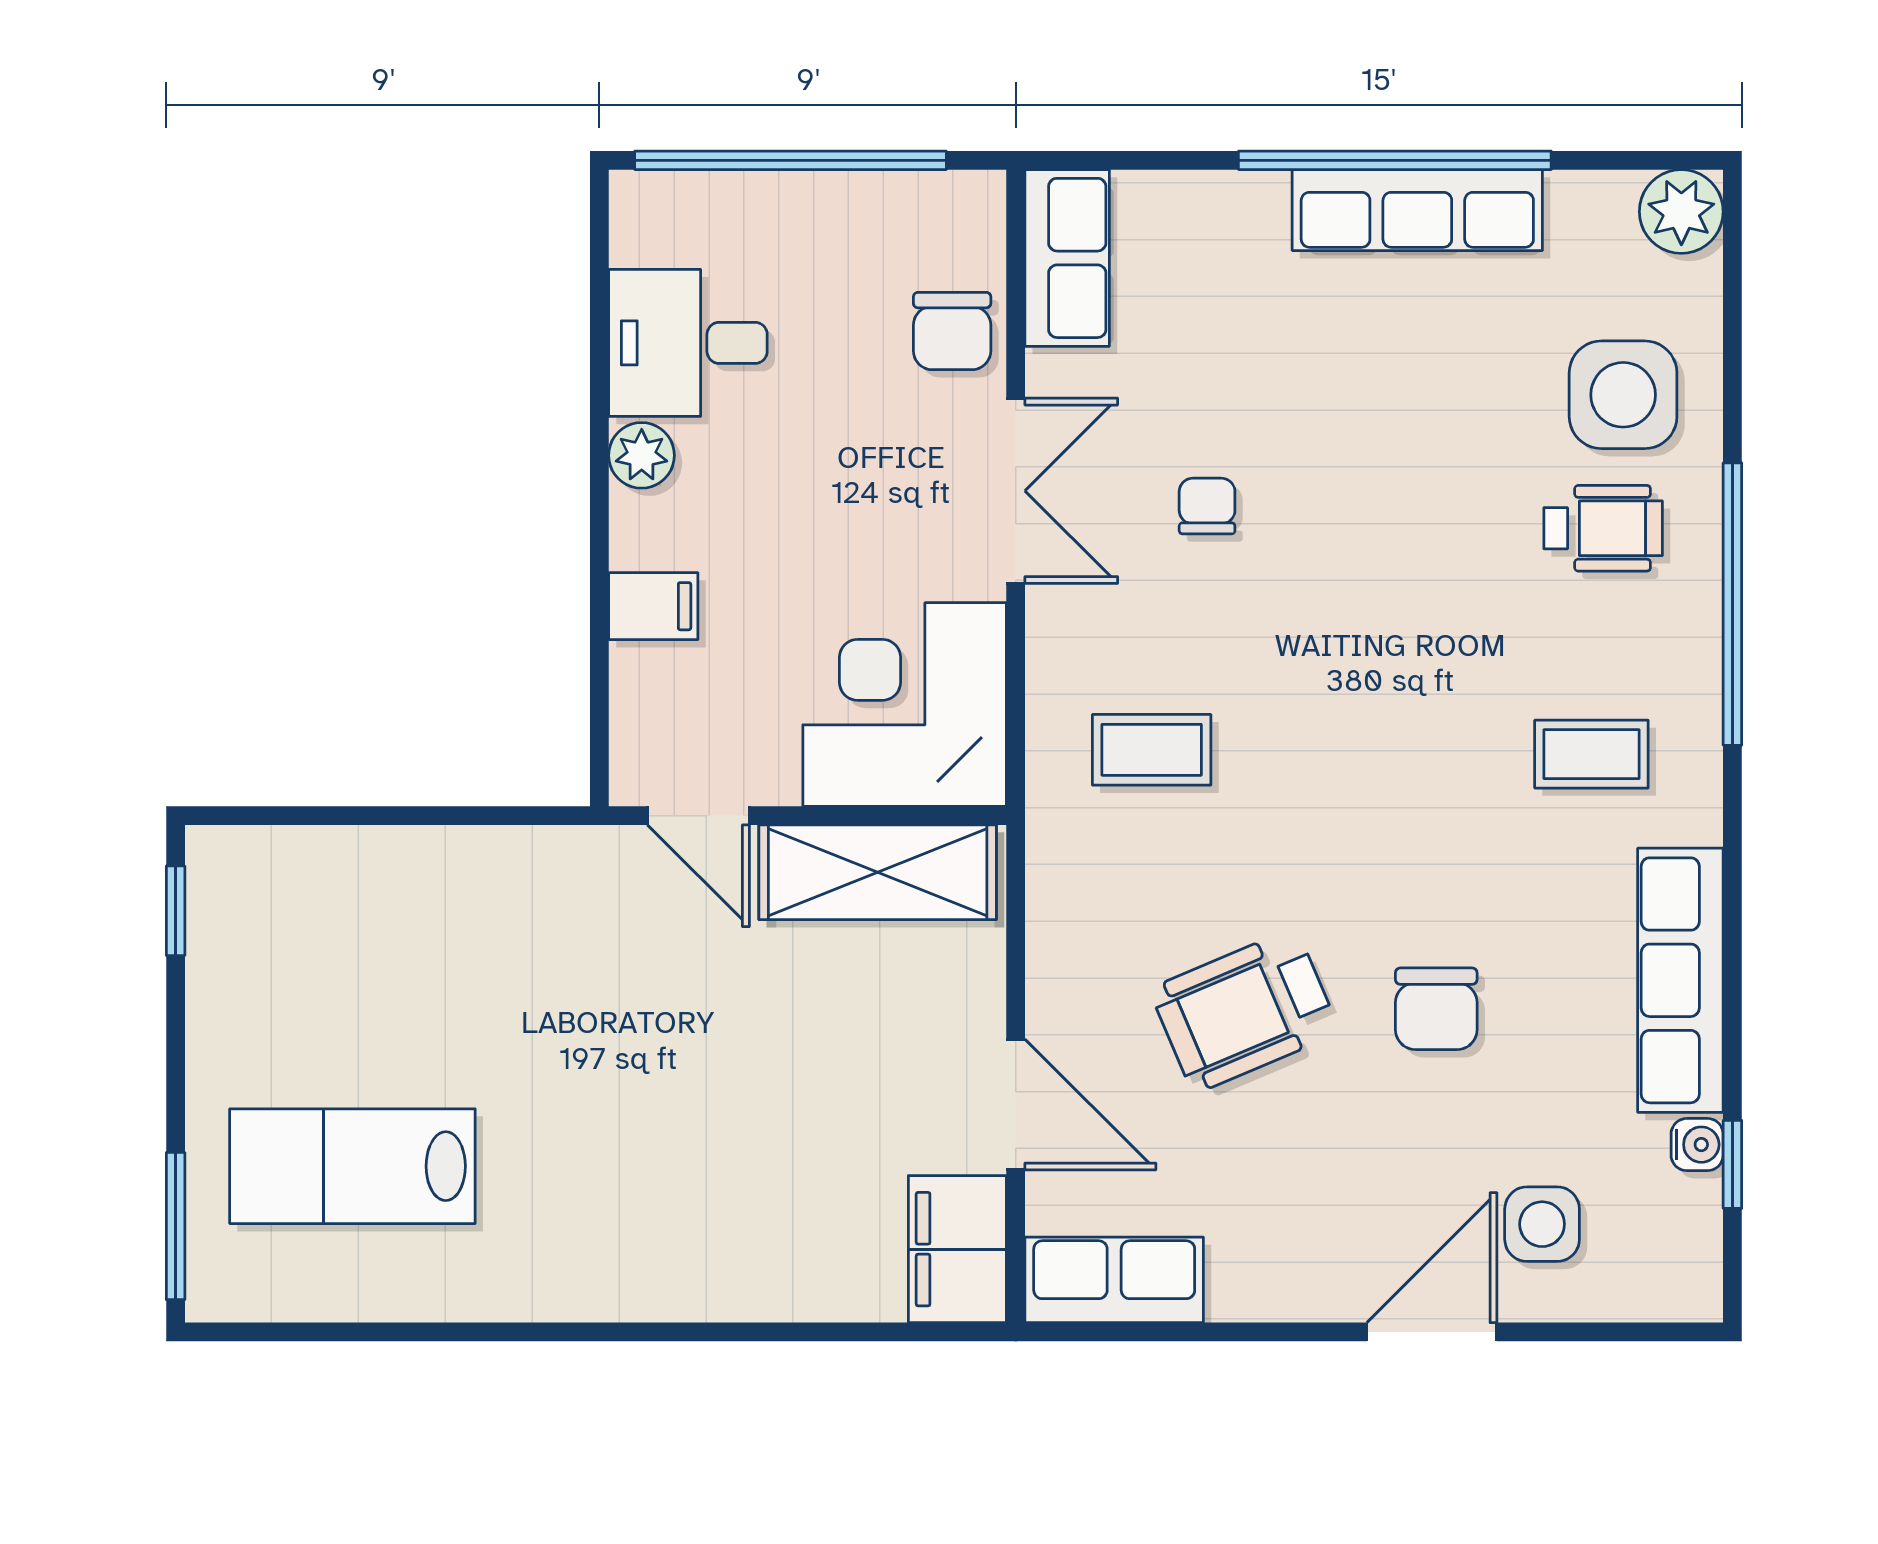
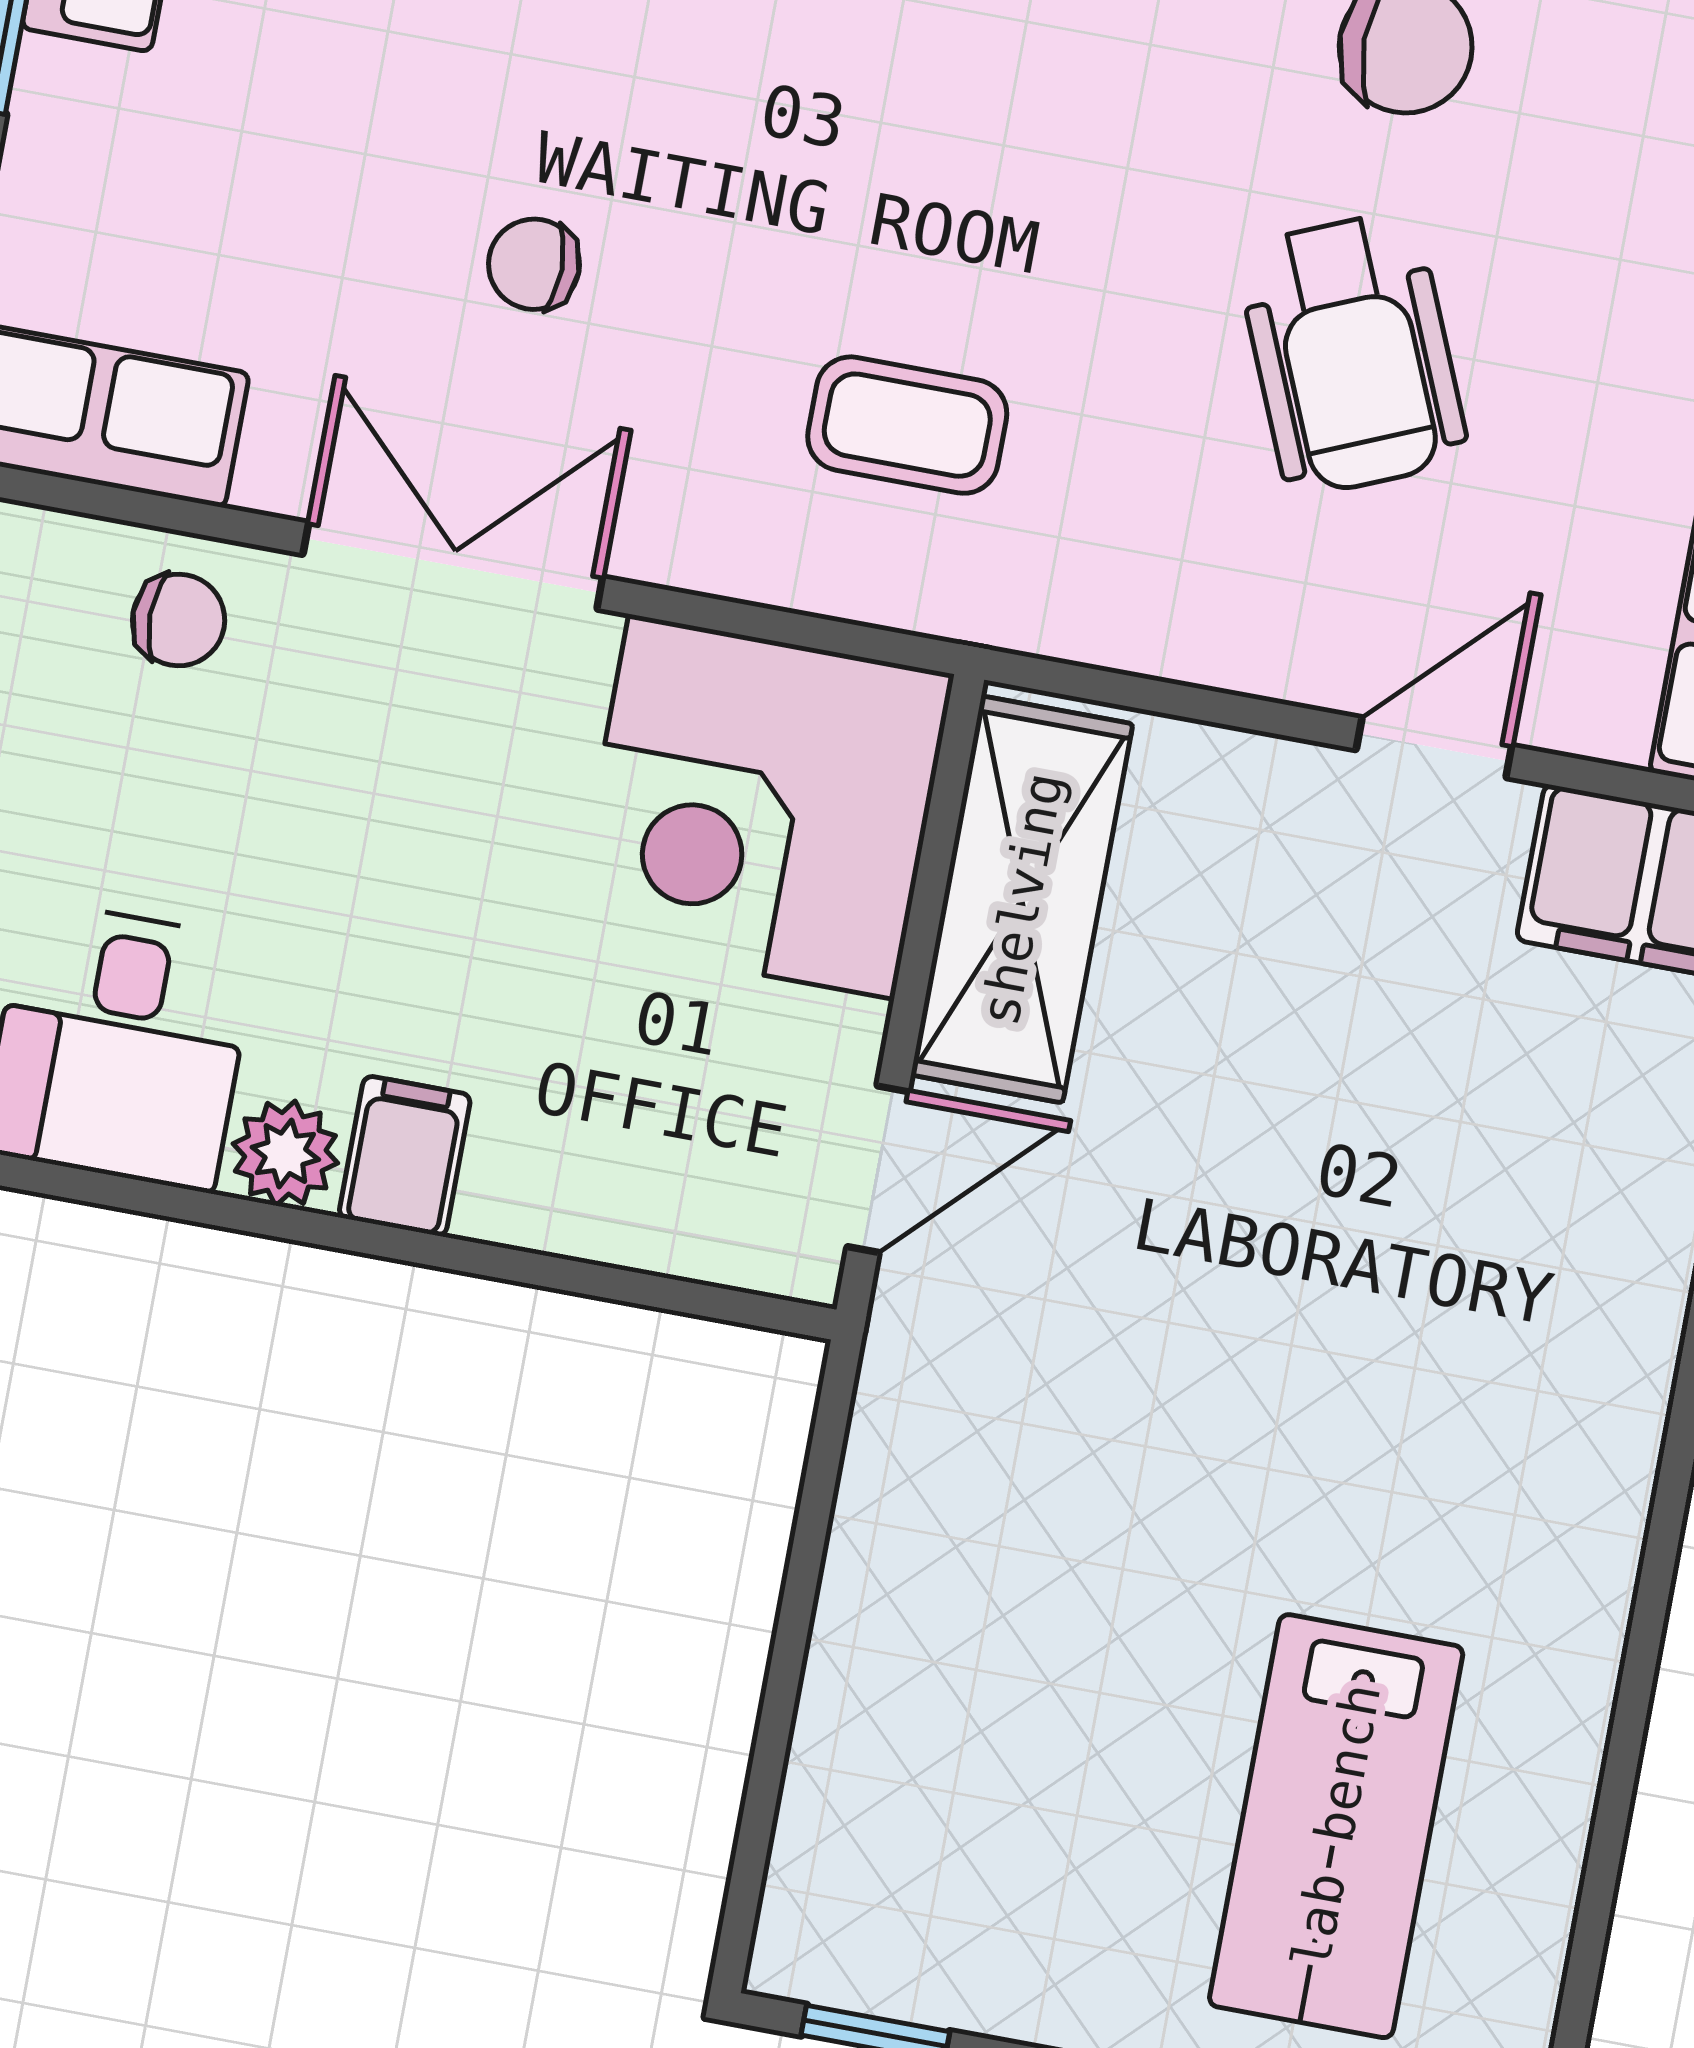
chair: (952, 331) -> (179, 620), width x0.73, depth x0.73
filing cabinet: (653, 606) -> (405, 1156), moved
coffee table: (1152, 750) -> (907, 425), turned 90
door: (1016, 1104) -> (1434, 748), width x0.73

